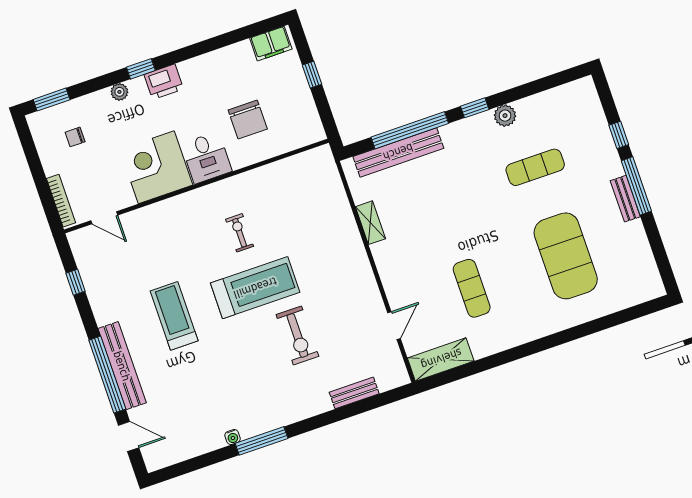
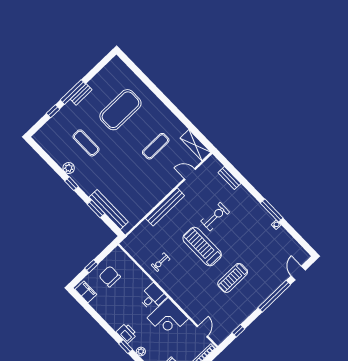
chair: (248, 120) -> (110, 276), moved, turned -90
window: (410, 130) -> (96, 209), width x0.47
shelving: (370, 223) -> (147, 207), removed
exercise bike: (240, 233) -> (161, 262), moved
bench: (122, 366) -> (165, 207), moved

